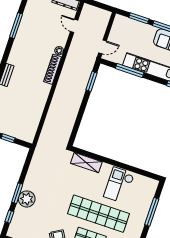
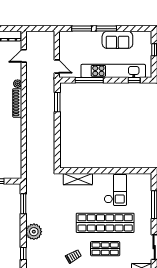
door: (74, 26) -> (24, 56), hinge flipped
door: (103, 47) -> (57, 66), hinge flipped
checkout: (119, 185) -> (115, 190), turned 180
window: (17, 193) -> (23, 204), moved

